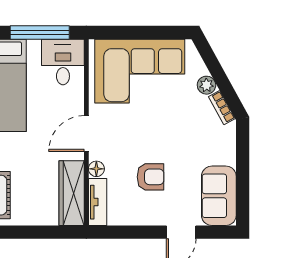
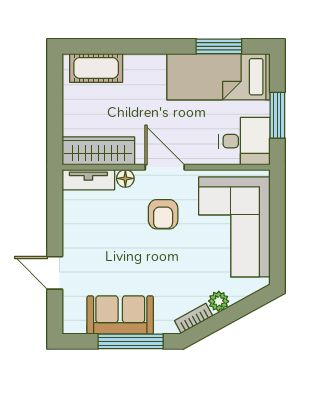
window: (40, 33) -> (277, 115), width x0.69
window: (243, 164) -> (131, 341), added
armchair: (151, 177) -> (163, 214), moved
sofa: (219, 196) -> (120, 315), moved

